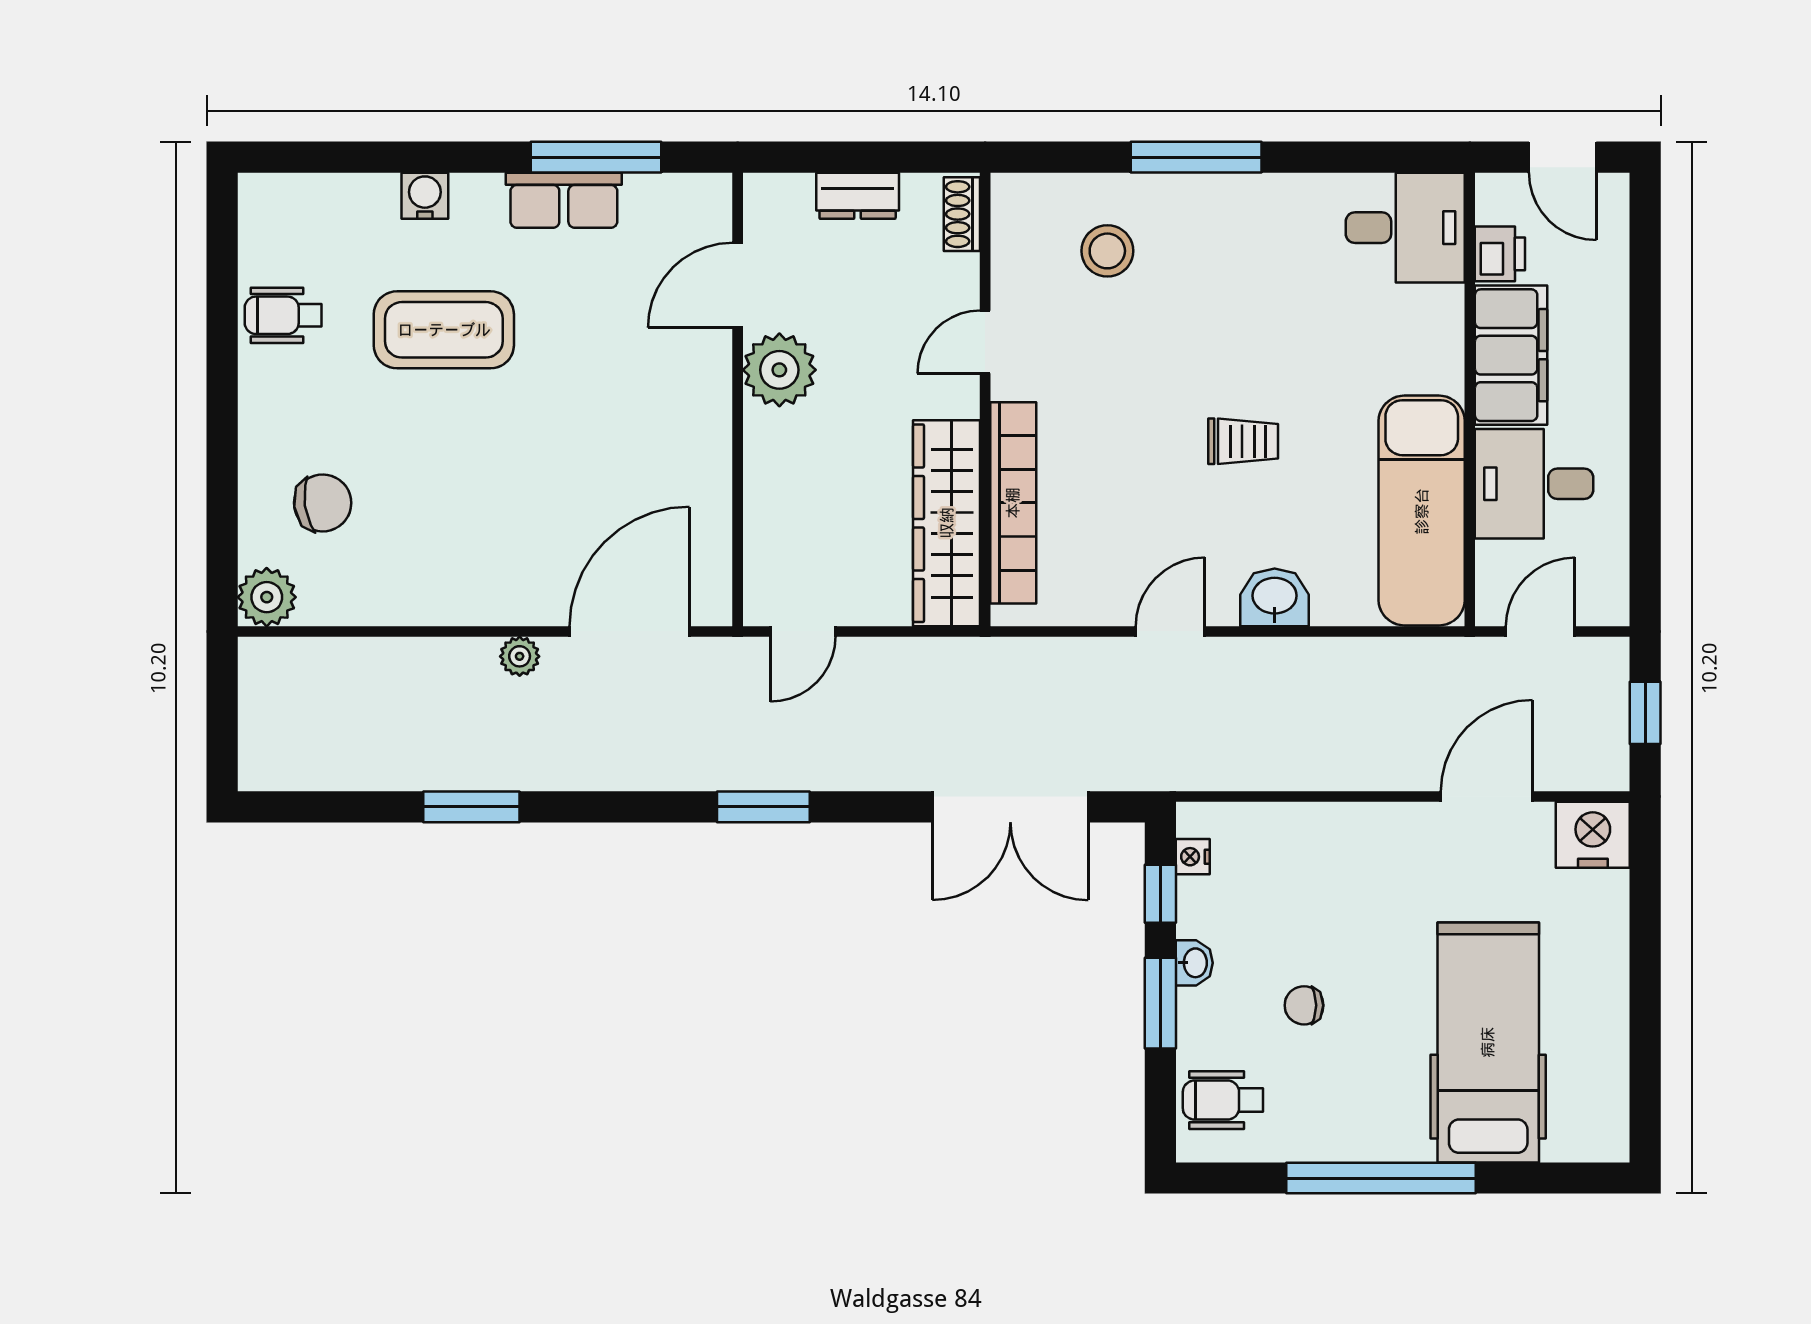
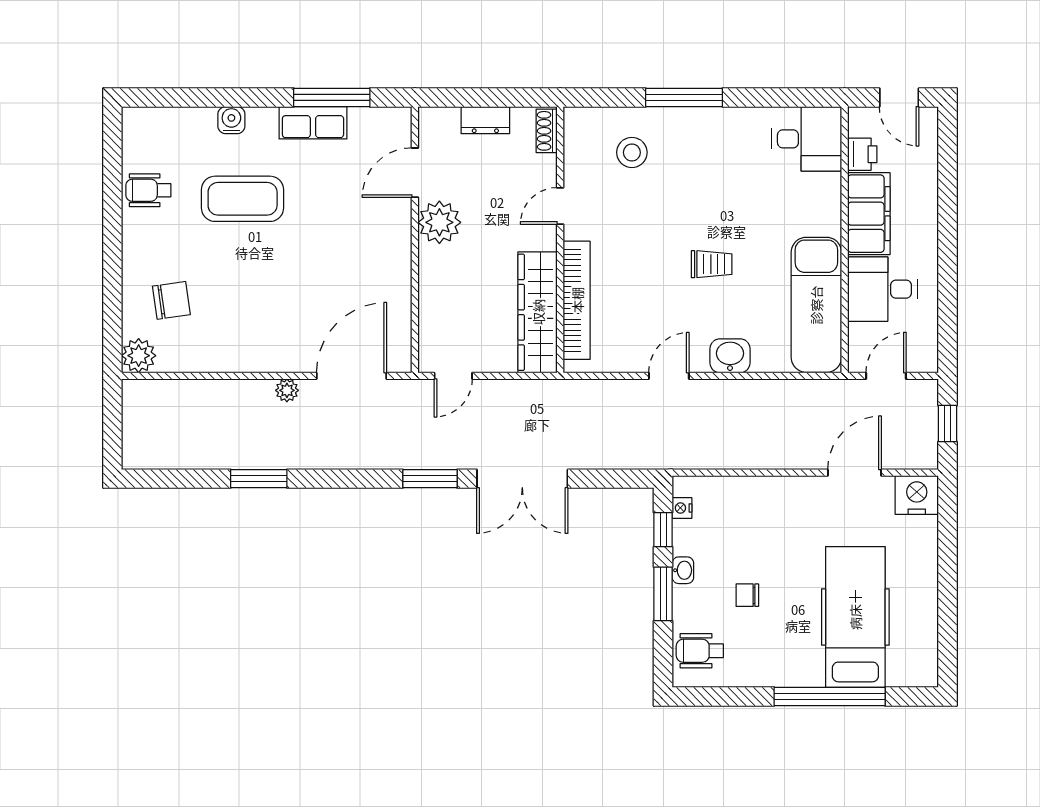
double door: (1010, 807) -> (522, 479), moved
window: (1381, 1178) -> (830, 697), moved

